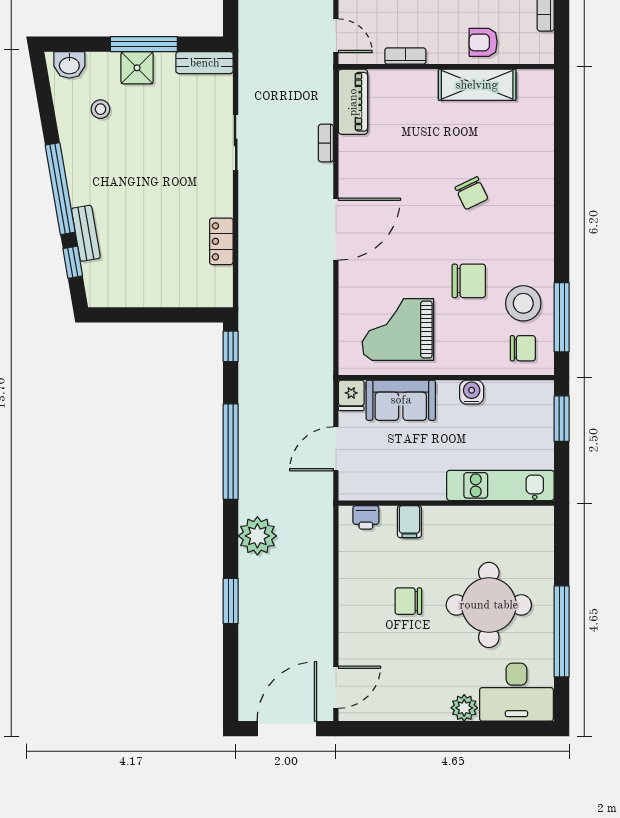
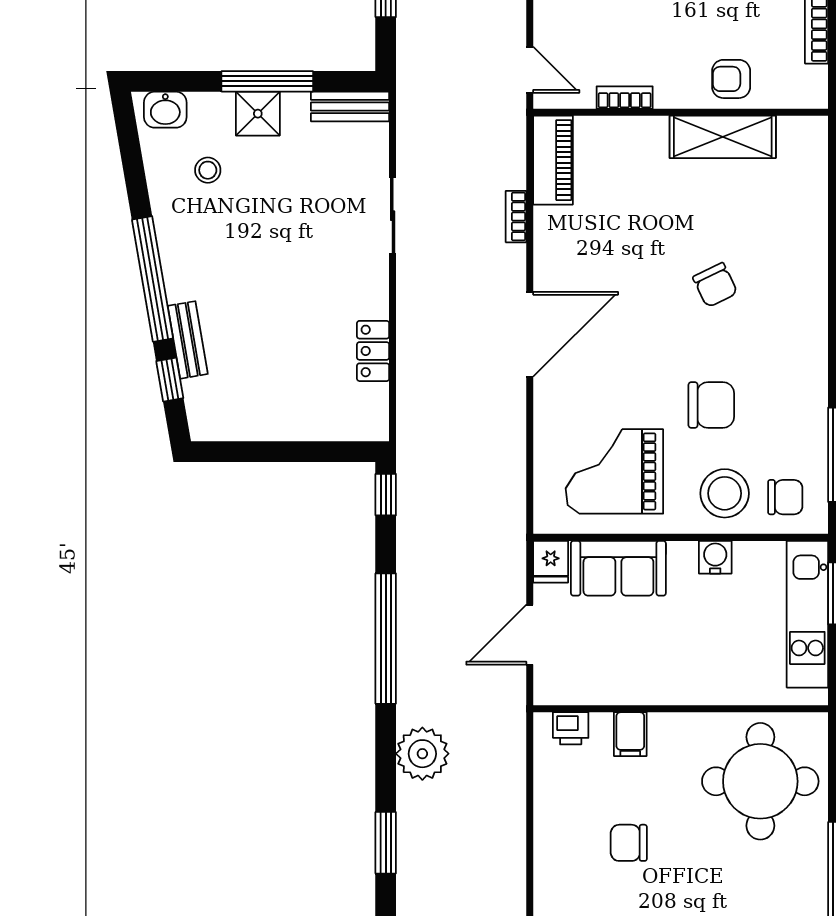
stool: (523, 303) -> (725, 493), moved
kitchen unit: (500, 485) -> (807, 614), moved, turned -90
round table: (489, 605) -> (760, 781), moved

